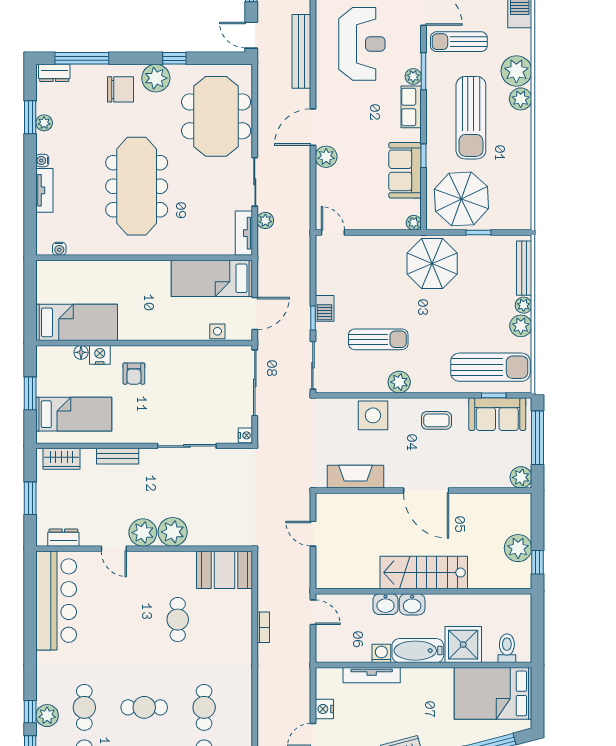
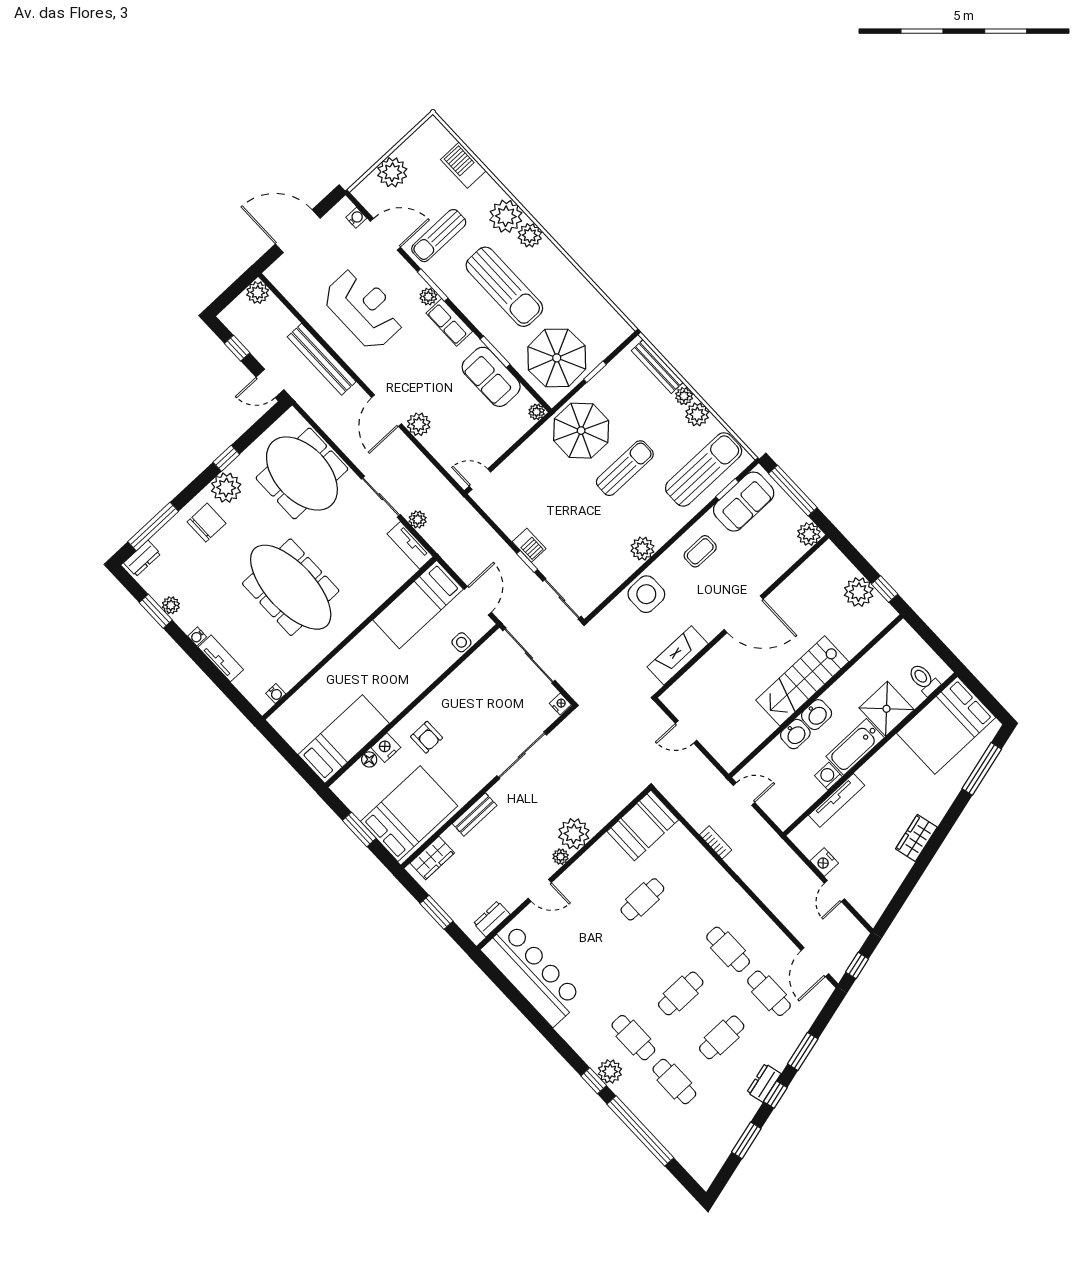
window: (424, 156) -> (495, 352), width x1.50
sun lounger: (378, 339) -> (625, 468), moved
bed: (74, 414) -> (409, 814), width x1.50
plant: (143, 533) -> (561, 857), width x0.53, depth x0.53
cafe table: (178, 620) -> (642, 899), turned 90

